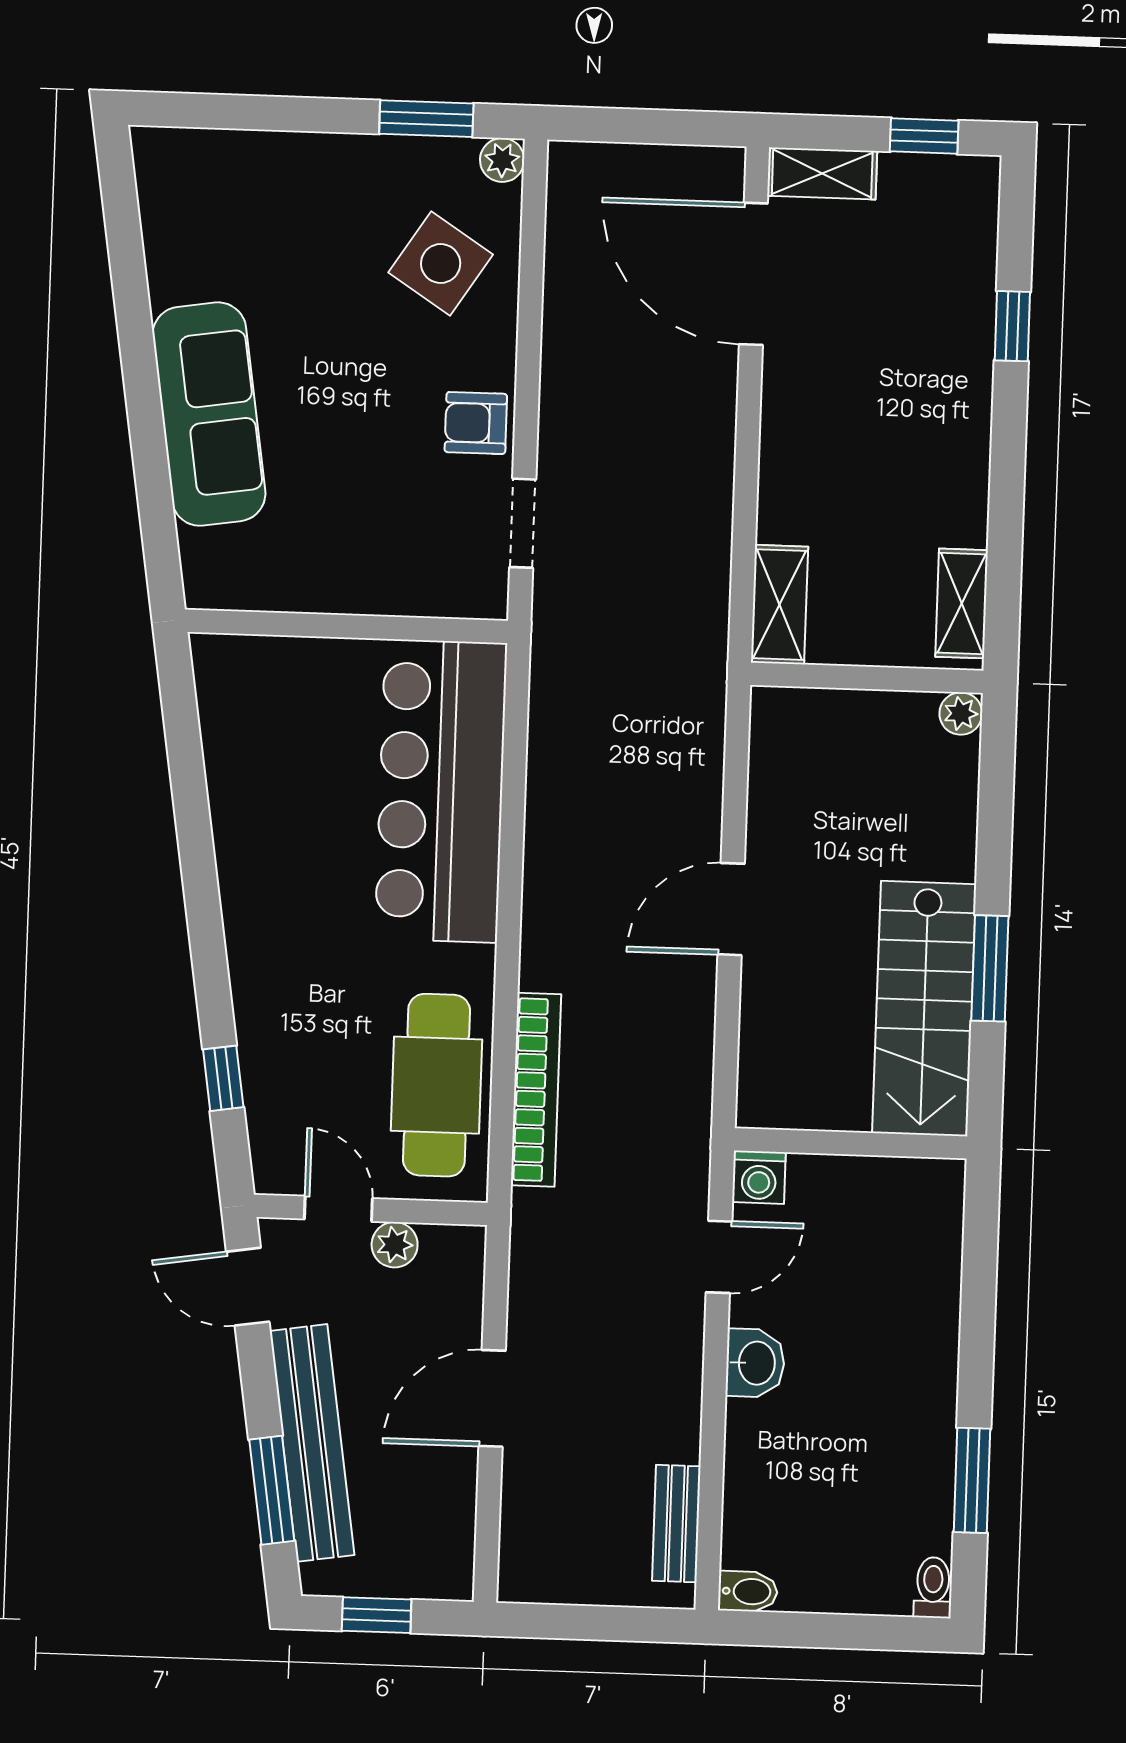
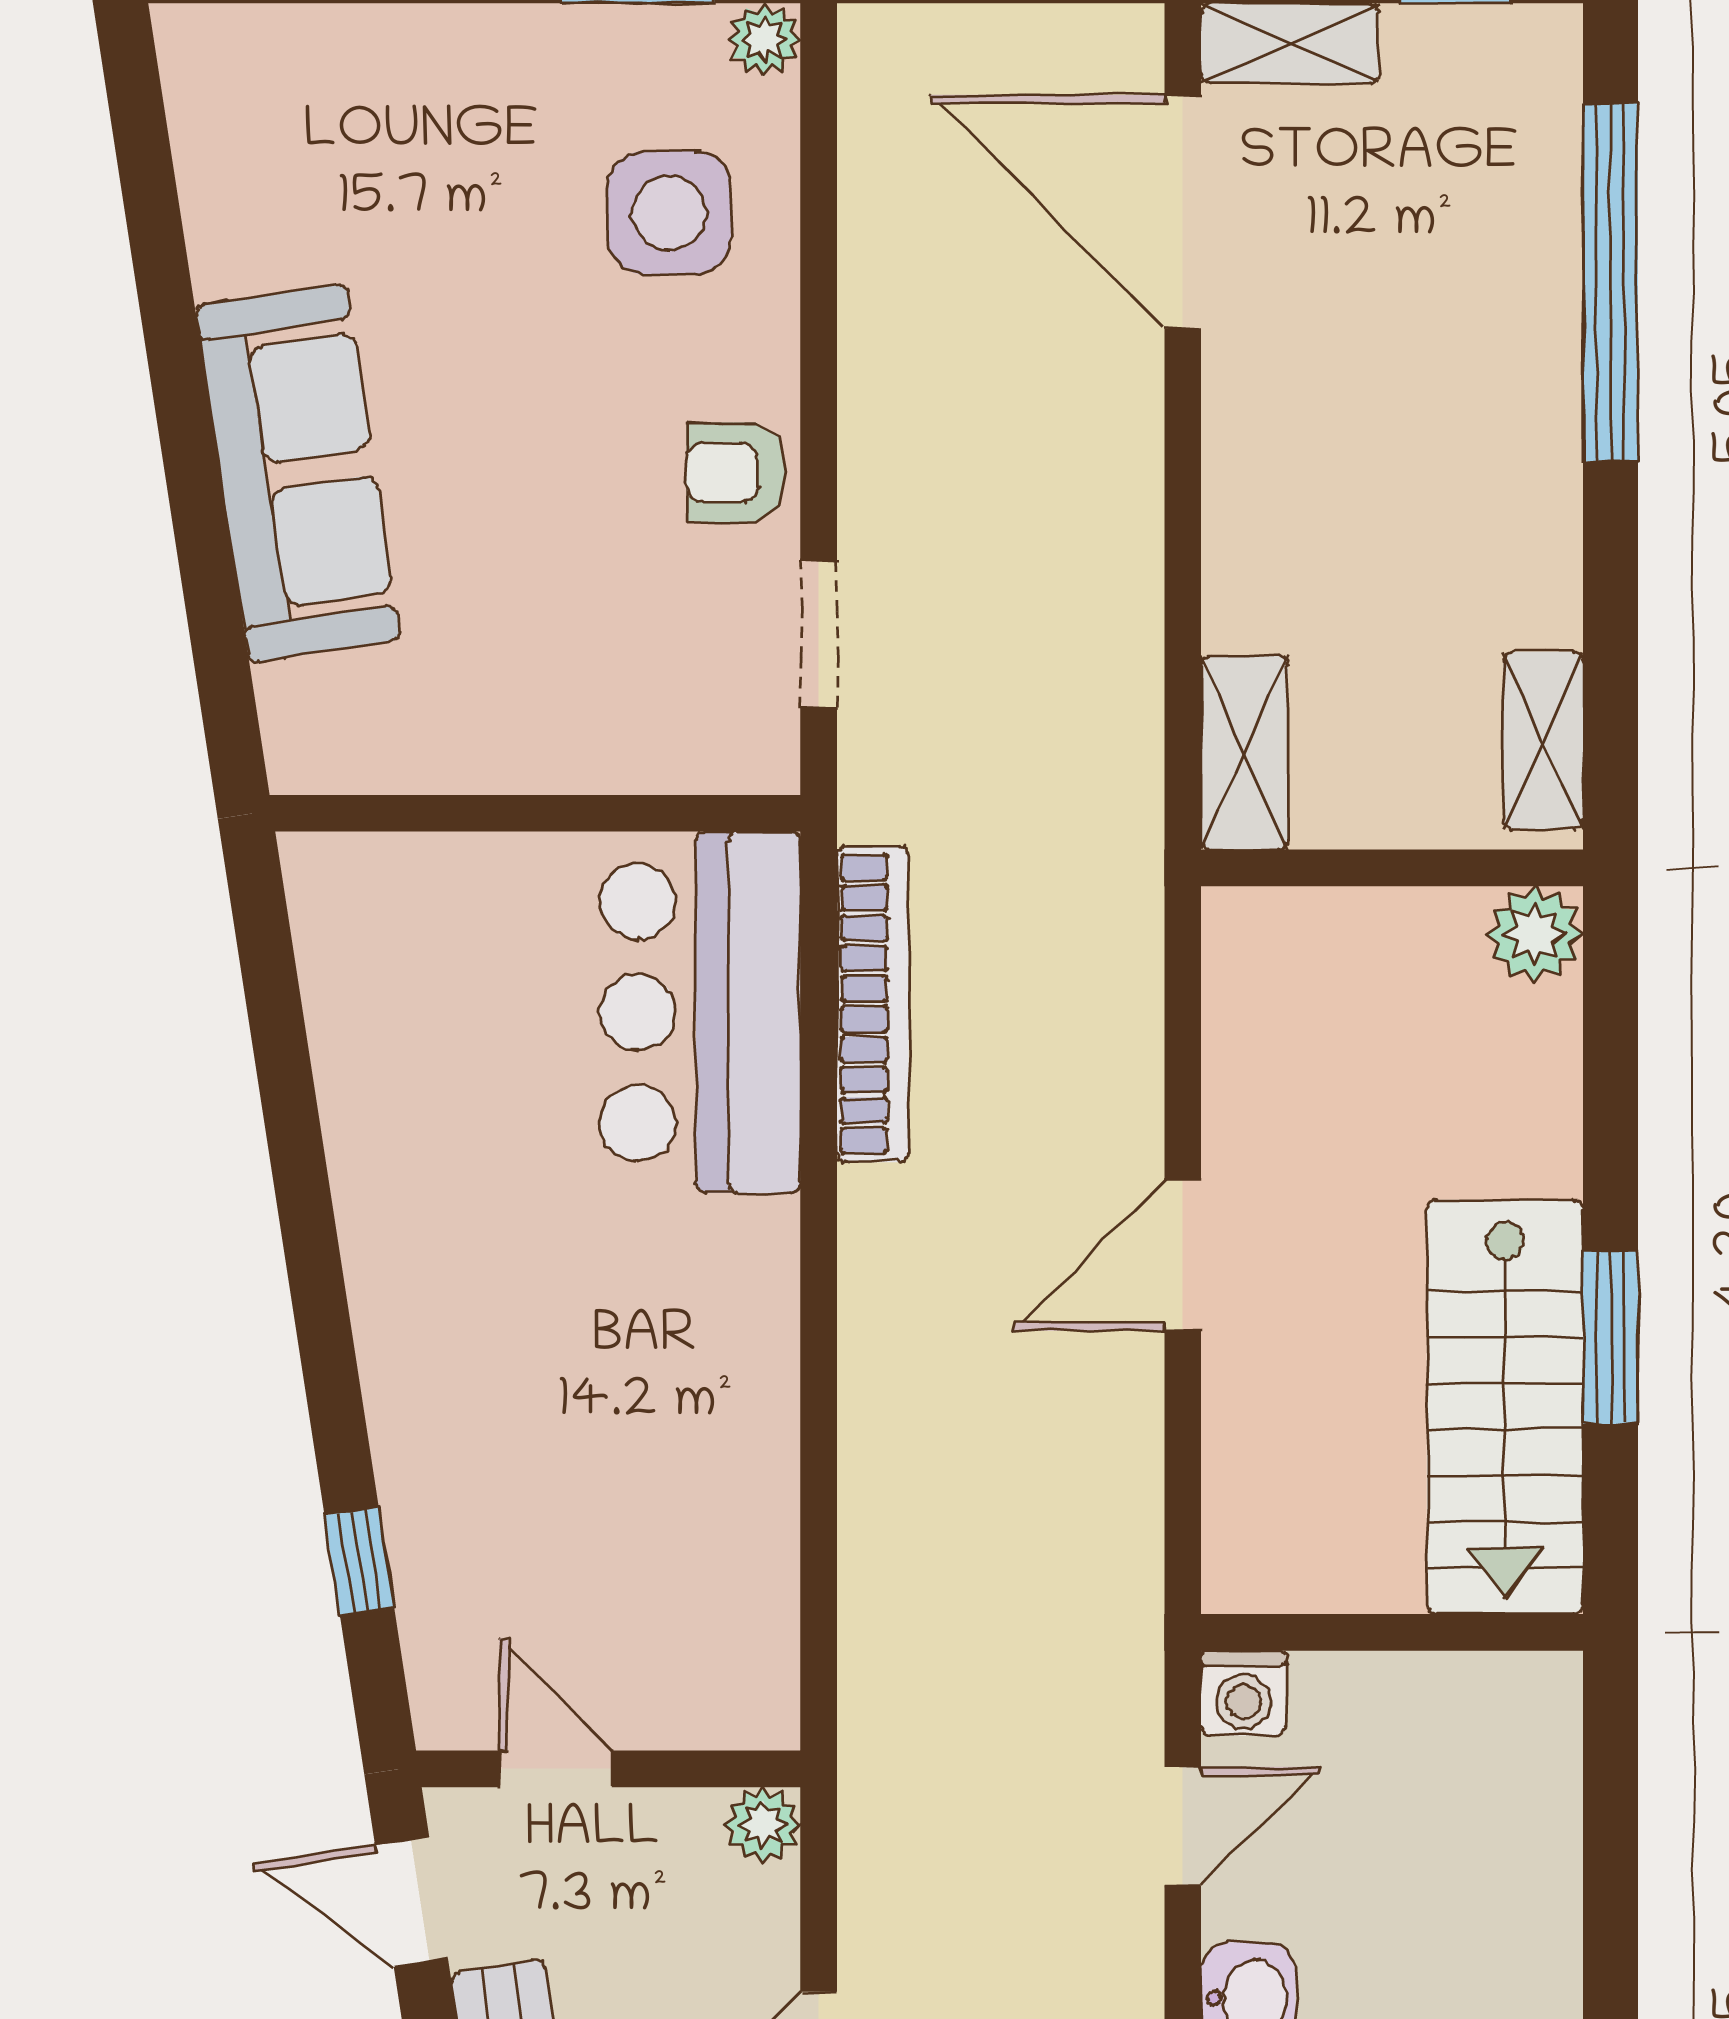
side table: (441, 264) -> (669, 213), turned -33
window: (1012, 326) -> (1611, 283), width x3.17
plant: (961, 714) -> (1535, 934), width x1.38, depth x1.38
bar counter: (441, 791) -> (700, 1012), width x0.73
cafe table: (436, 1085) -> (709, 1561), removed
bookcase: (536, 1090) -> (873, 1004), moved
plant: (395, 1245) -> (763, 1825), moved

